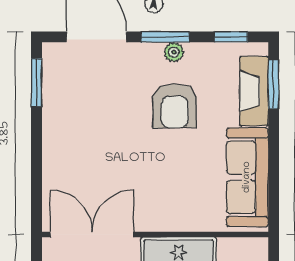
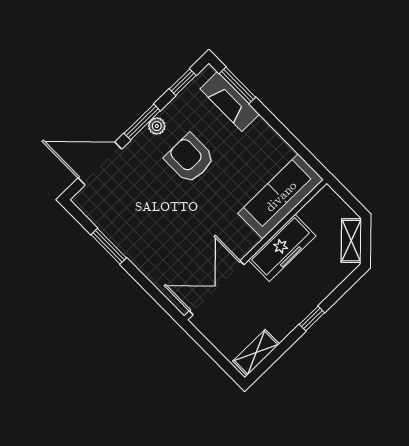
window: (36, 83) -> (109, 246), moved
armchair: (175, 106) -> (190, 158), turned 180
sofa: (247, 177) -> (281, 196), moved, turned 90

